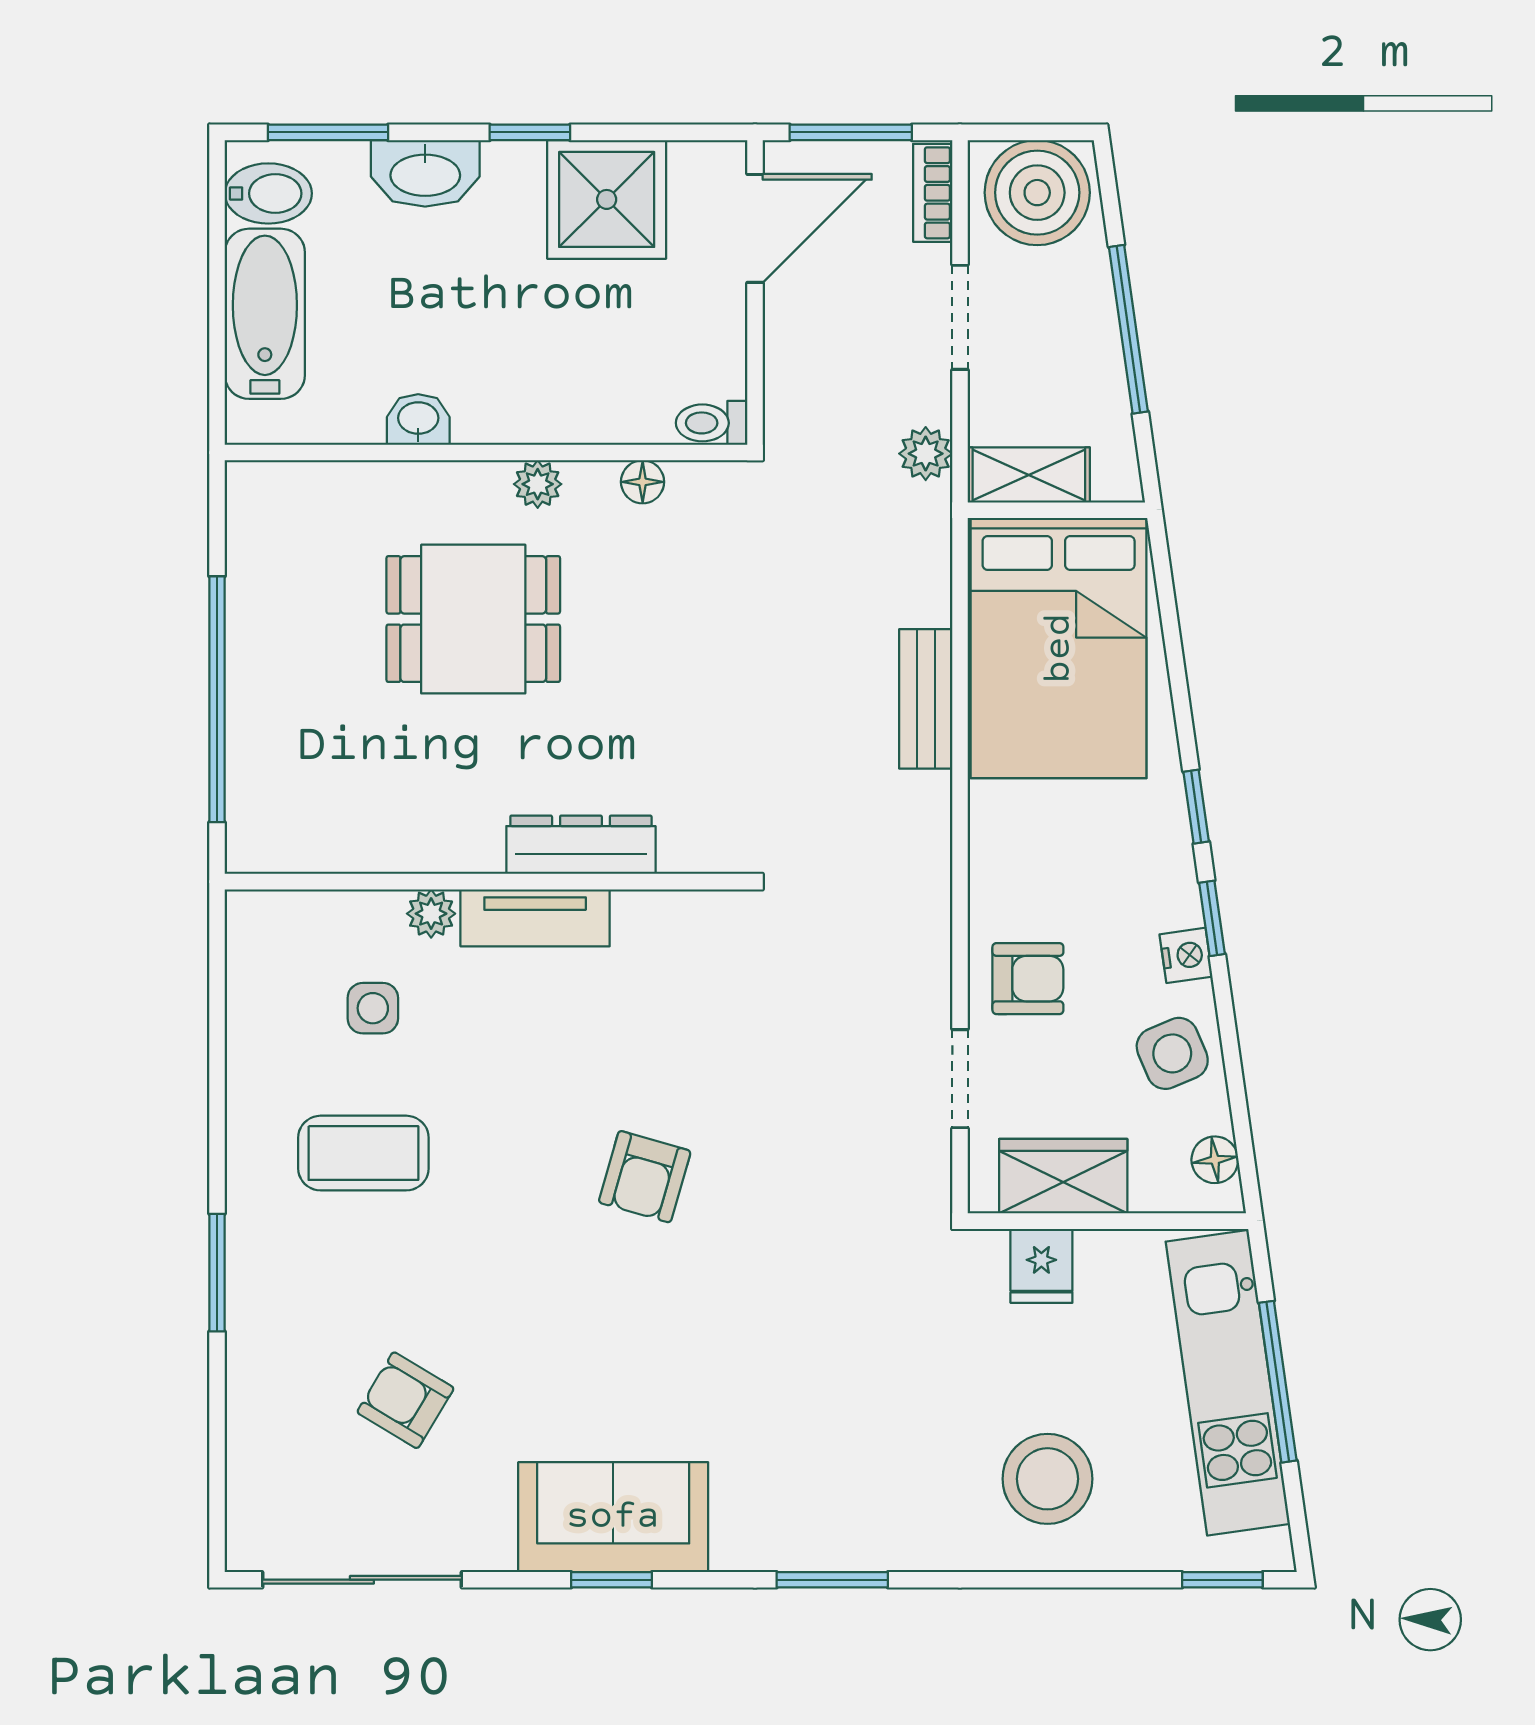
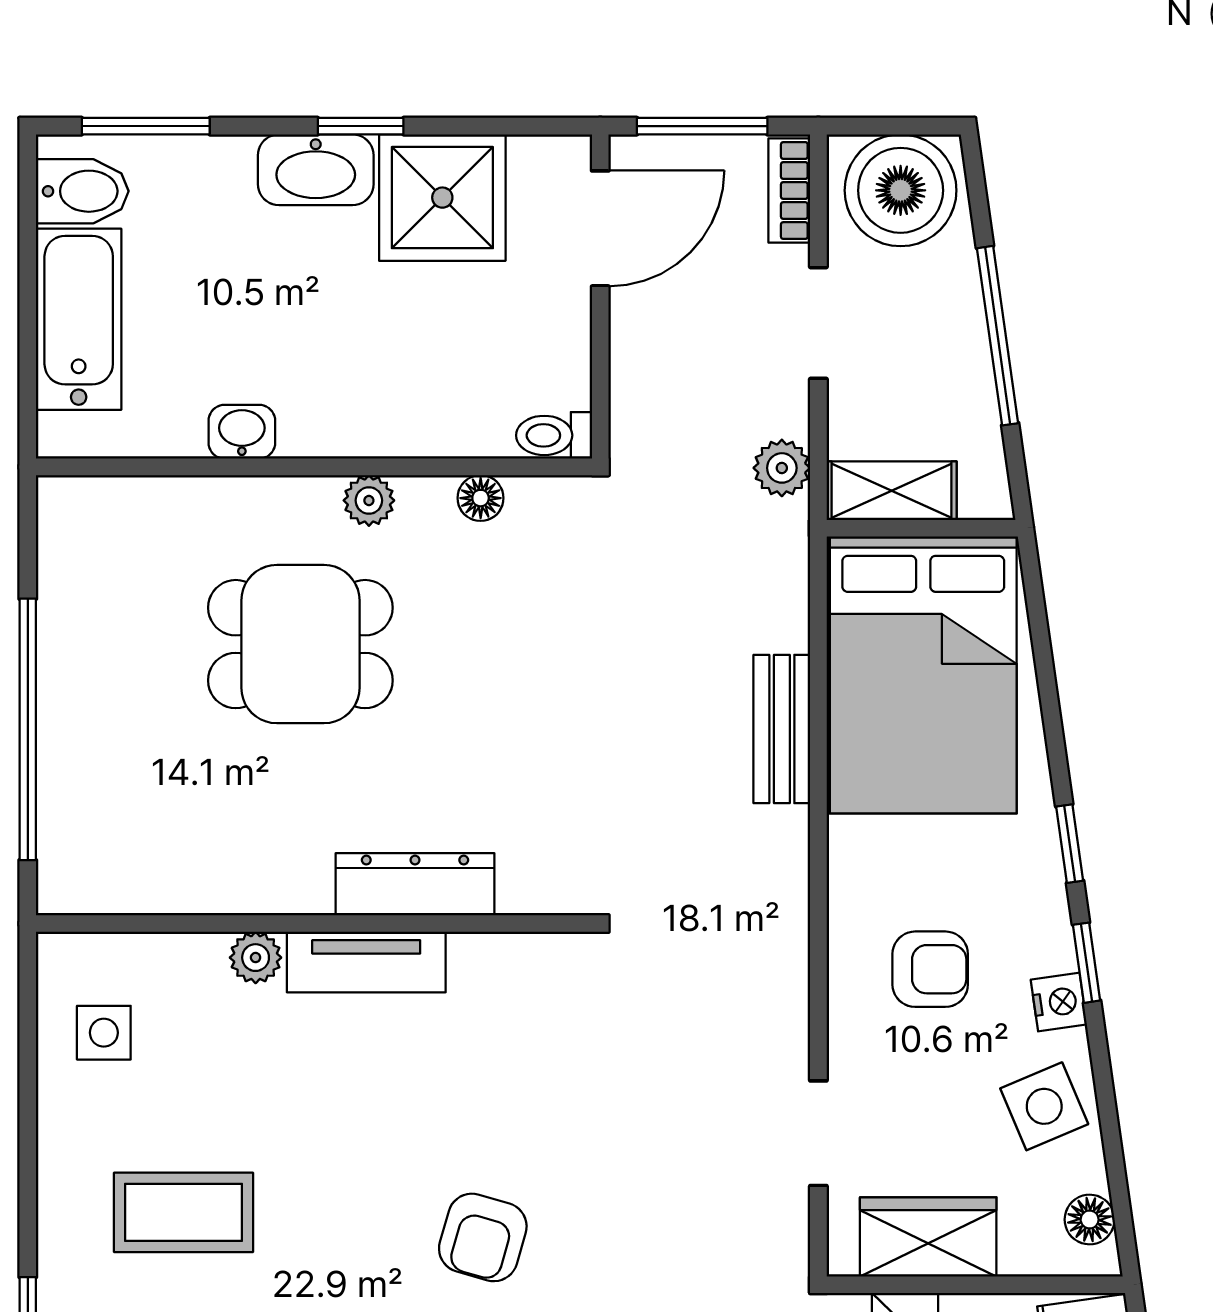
washbasin: (425, 173) -> (316, 170), moved
armchair: (1028, 979) -> (930, 969), moved
side table: (373, 1008) -> (104, 1033), moved

